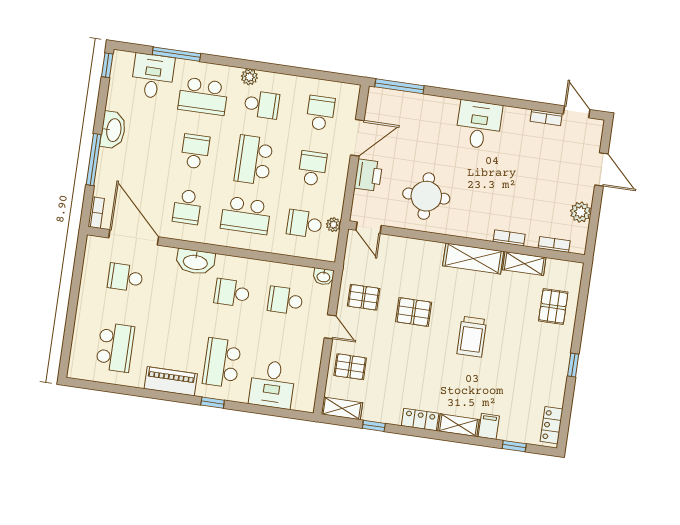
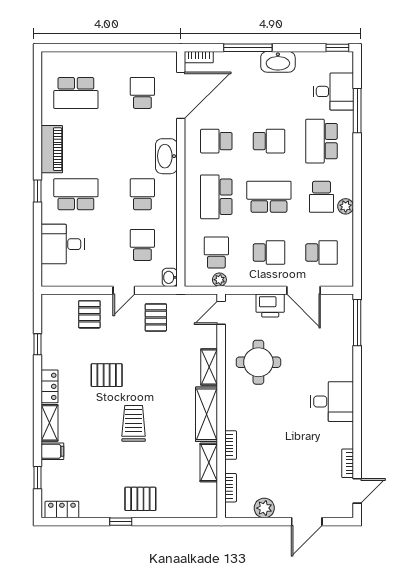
plant: (249, 77) -> (346, 206), moved
pallet: (553, 307) -> (140, 499), moved
pallet: (414, 312) -> (107, 375), moved, turned 90
trolley: (472, 337) -> (134, 423), turned 90
shelving: (342, 408) -> (209, 367), moved

